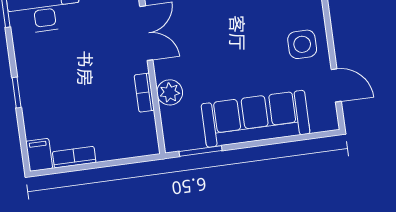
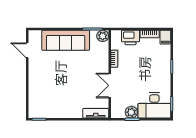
side table: (302, 44) -> (40, 71), removed
plant: (170, 92) -> (103, 36), moved
printer: (115, 144) -> (130, 37), added

